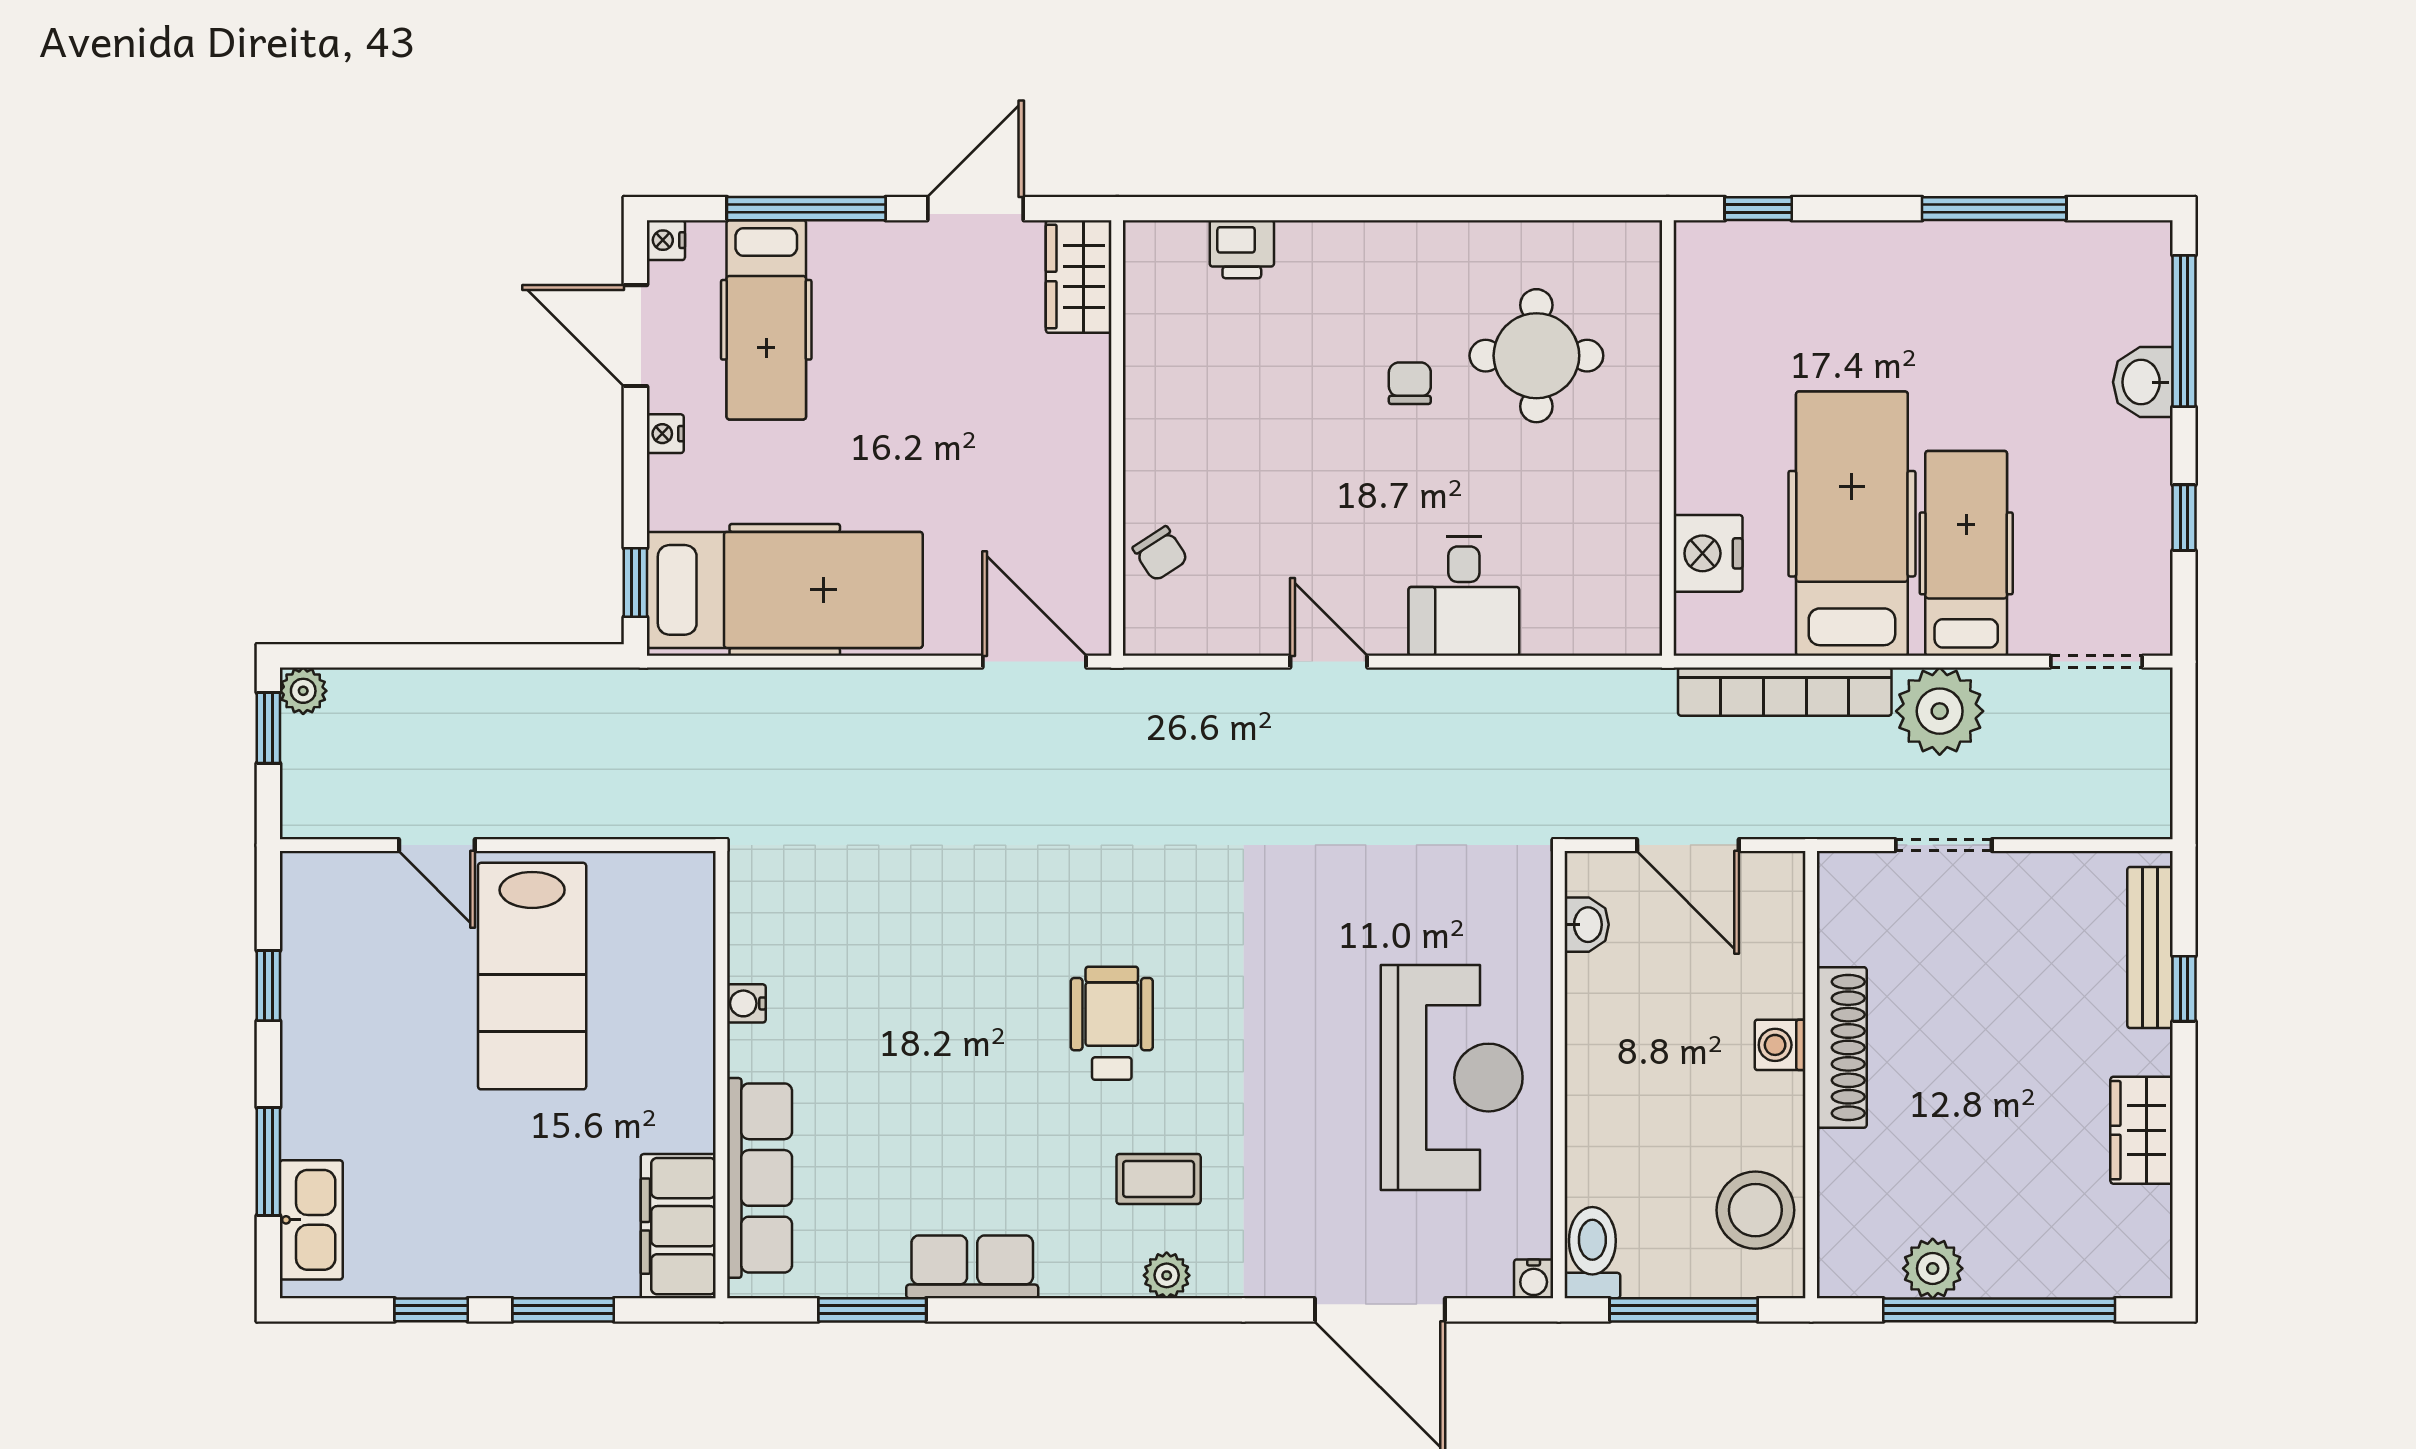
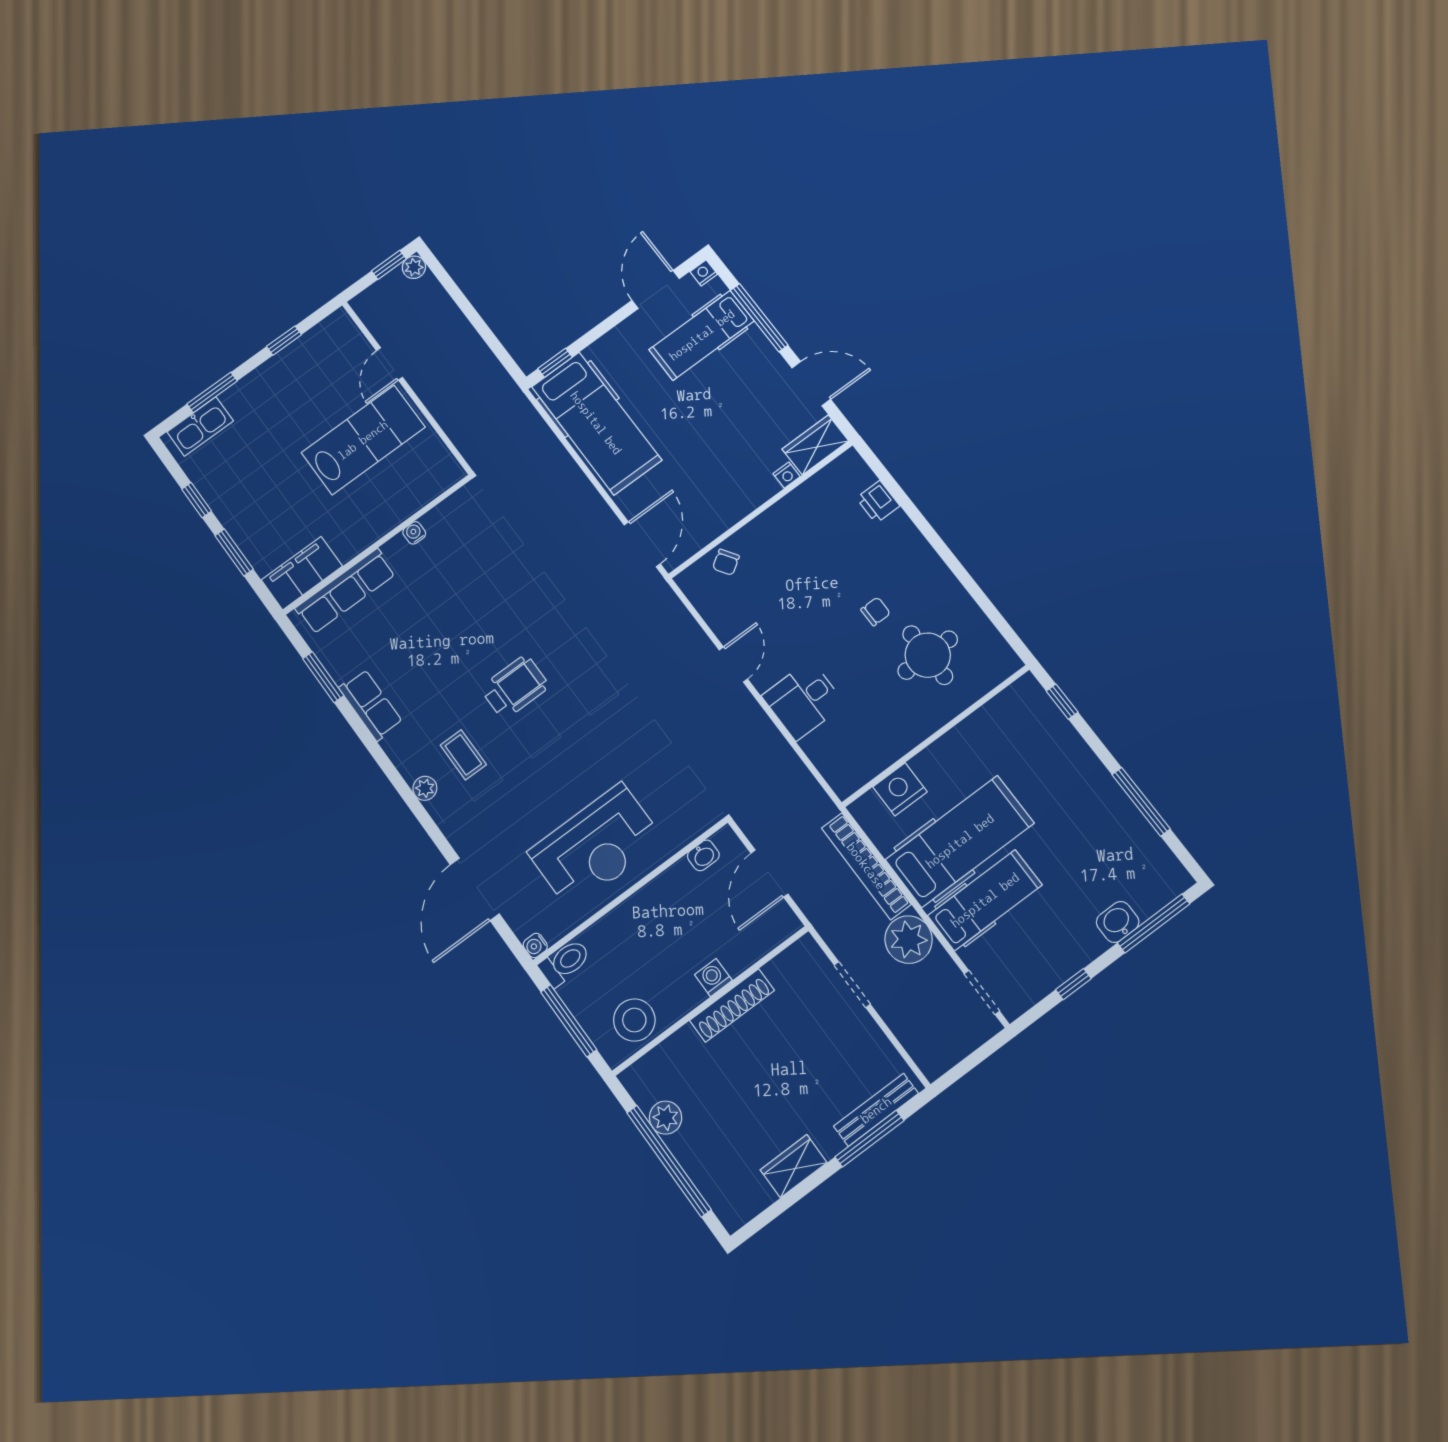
nightstand: (665, 434) -> (787, 475), moved, turned 180
lab bench: (532, 976) -> (363, 440), turned 180
window: (2184, 989) -> (869, 1139), width x2.17

